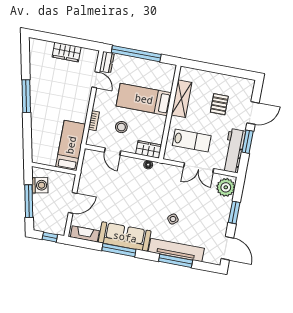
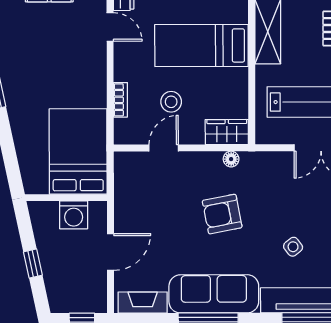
bed: (71, 145) -> (78, 151), width x1.50
door: (112, 152) -> (164, 148), swing flipped
washing machine: (40, 185) -> (74, 215), moved, turned 102
armchair: (138, 194) -> (222, 214), added
window: (29, 201) -> (33, 264), width x0.46

